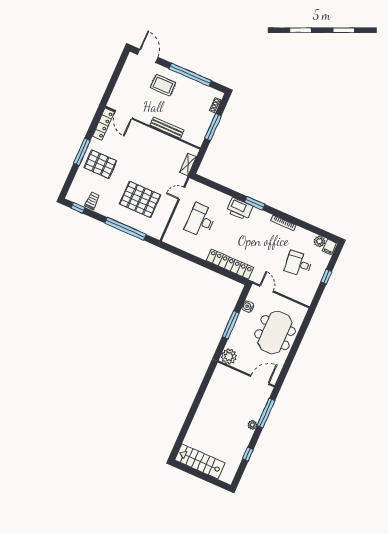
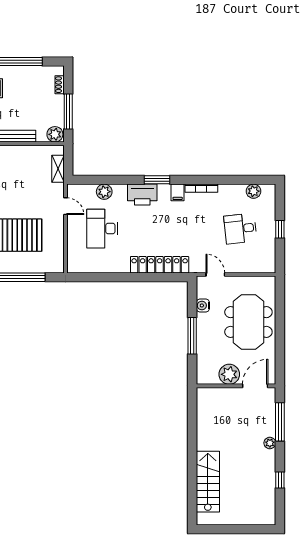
plant: (197, 139) -> (55, 134), added
door: (182, 193) -> (65, 206), swing flipped
plant: (213, 195) -> (104, 192), added
filing cabinet: (329, 247) -> (178, 192), moved
plant: (229, 356) -> (229, 374), moved
stairs: (200, 461) -> (208, 482), moved, turned 90

